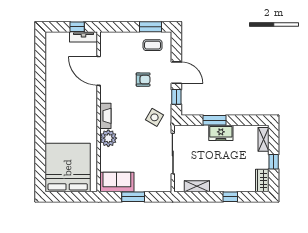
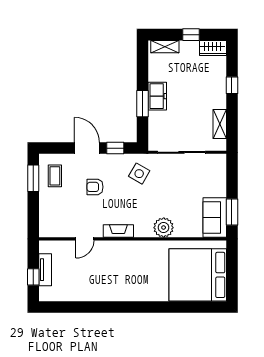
window: (77, 27) -> (33, 277), moved
tv unit: (83, 37) -> (45, 270), moved
door: (99, 71) -> (85, 239), width x0.53
door: (176, 73) -> (87, 148), hinge flipped
armchair: (143, 80) -> (95, 187), turned -90
fireplace: (105, 116) -> (118, 231), moved
window: (133, 197) -> (232, 212), moved

